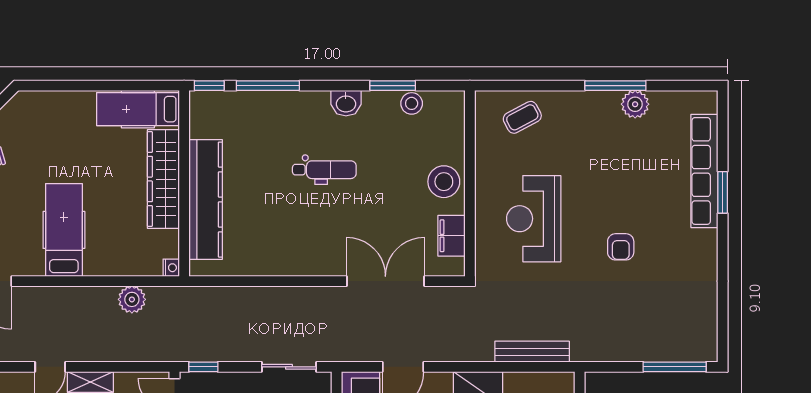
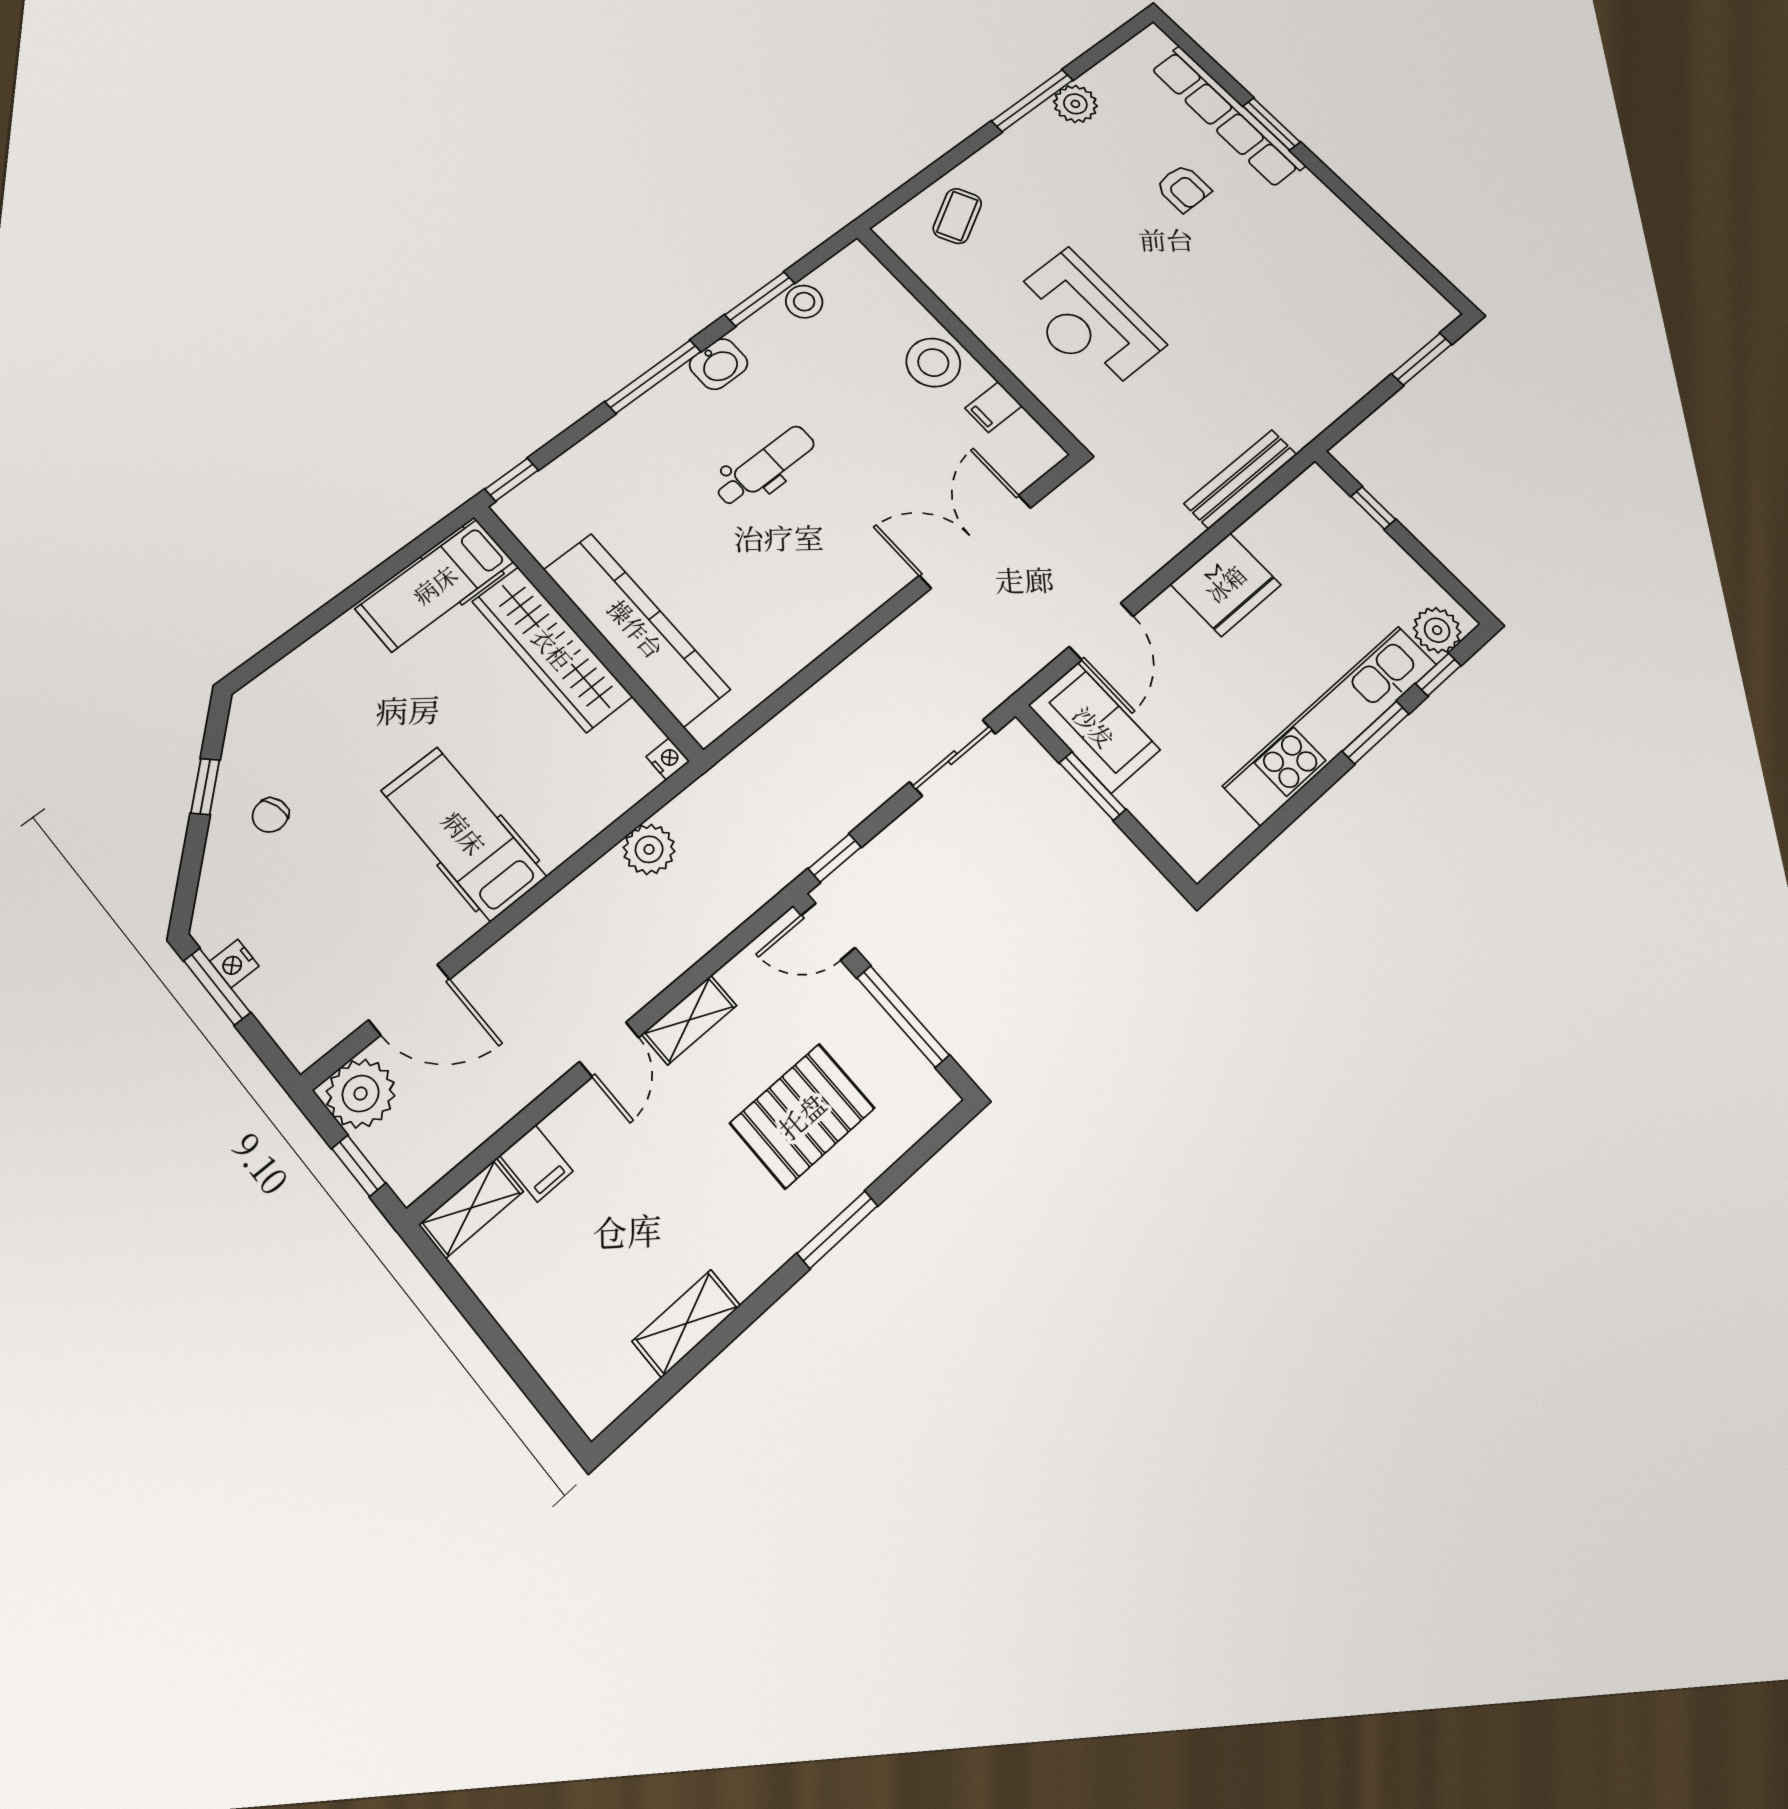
window: (268, 86) -> (653, 377), moved
filing cabinet: (452, 236) -> (994, 407), width x0.50
armchair: (621, 247) -> (1183, 188), moved
window: (675, 367) -> (1422, 359), width x0.69

